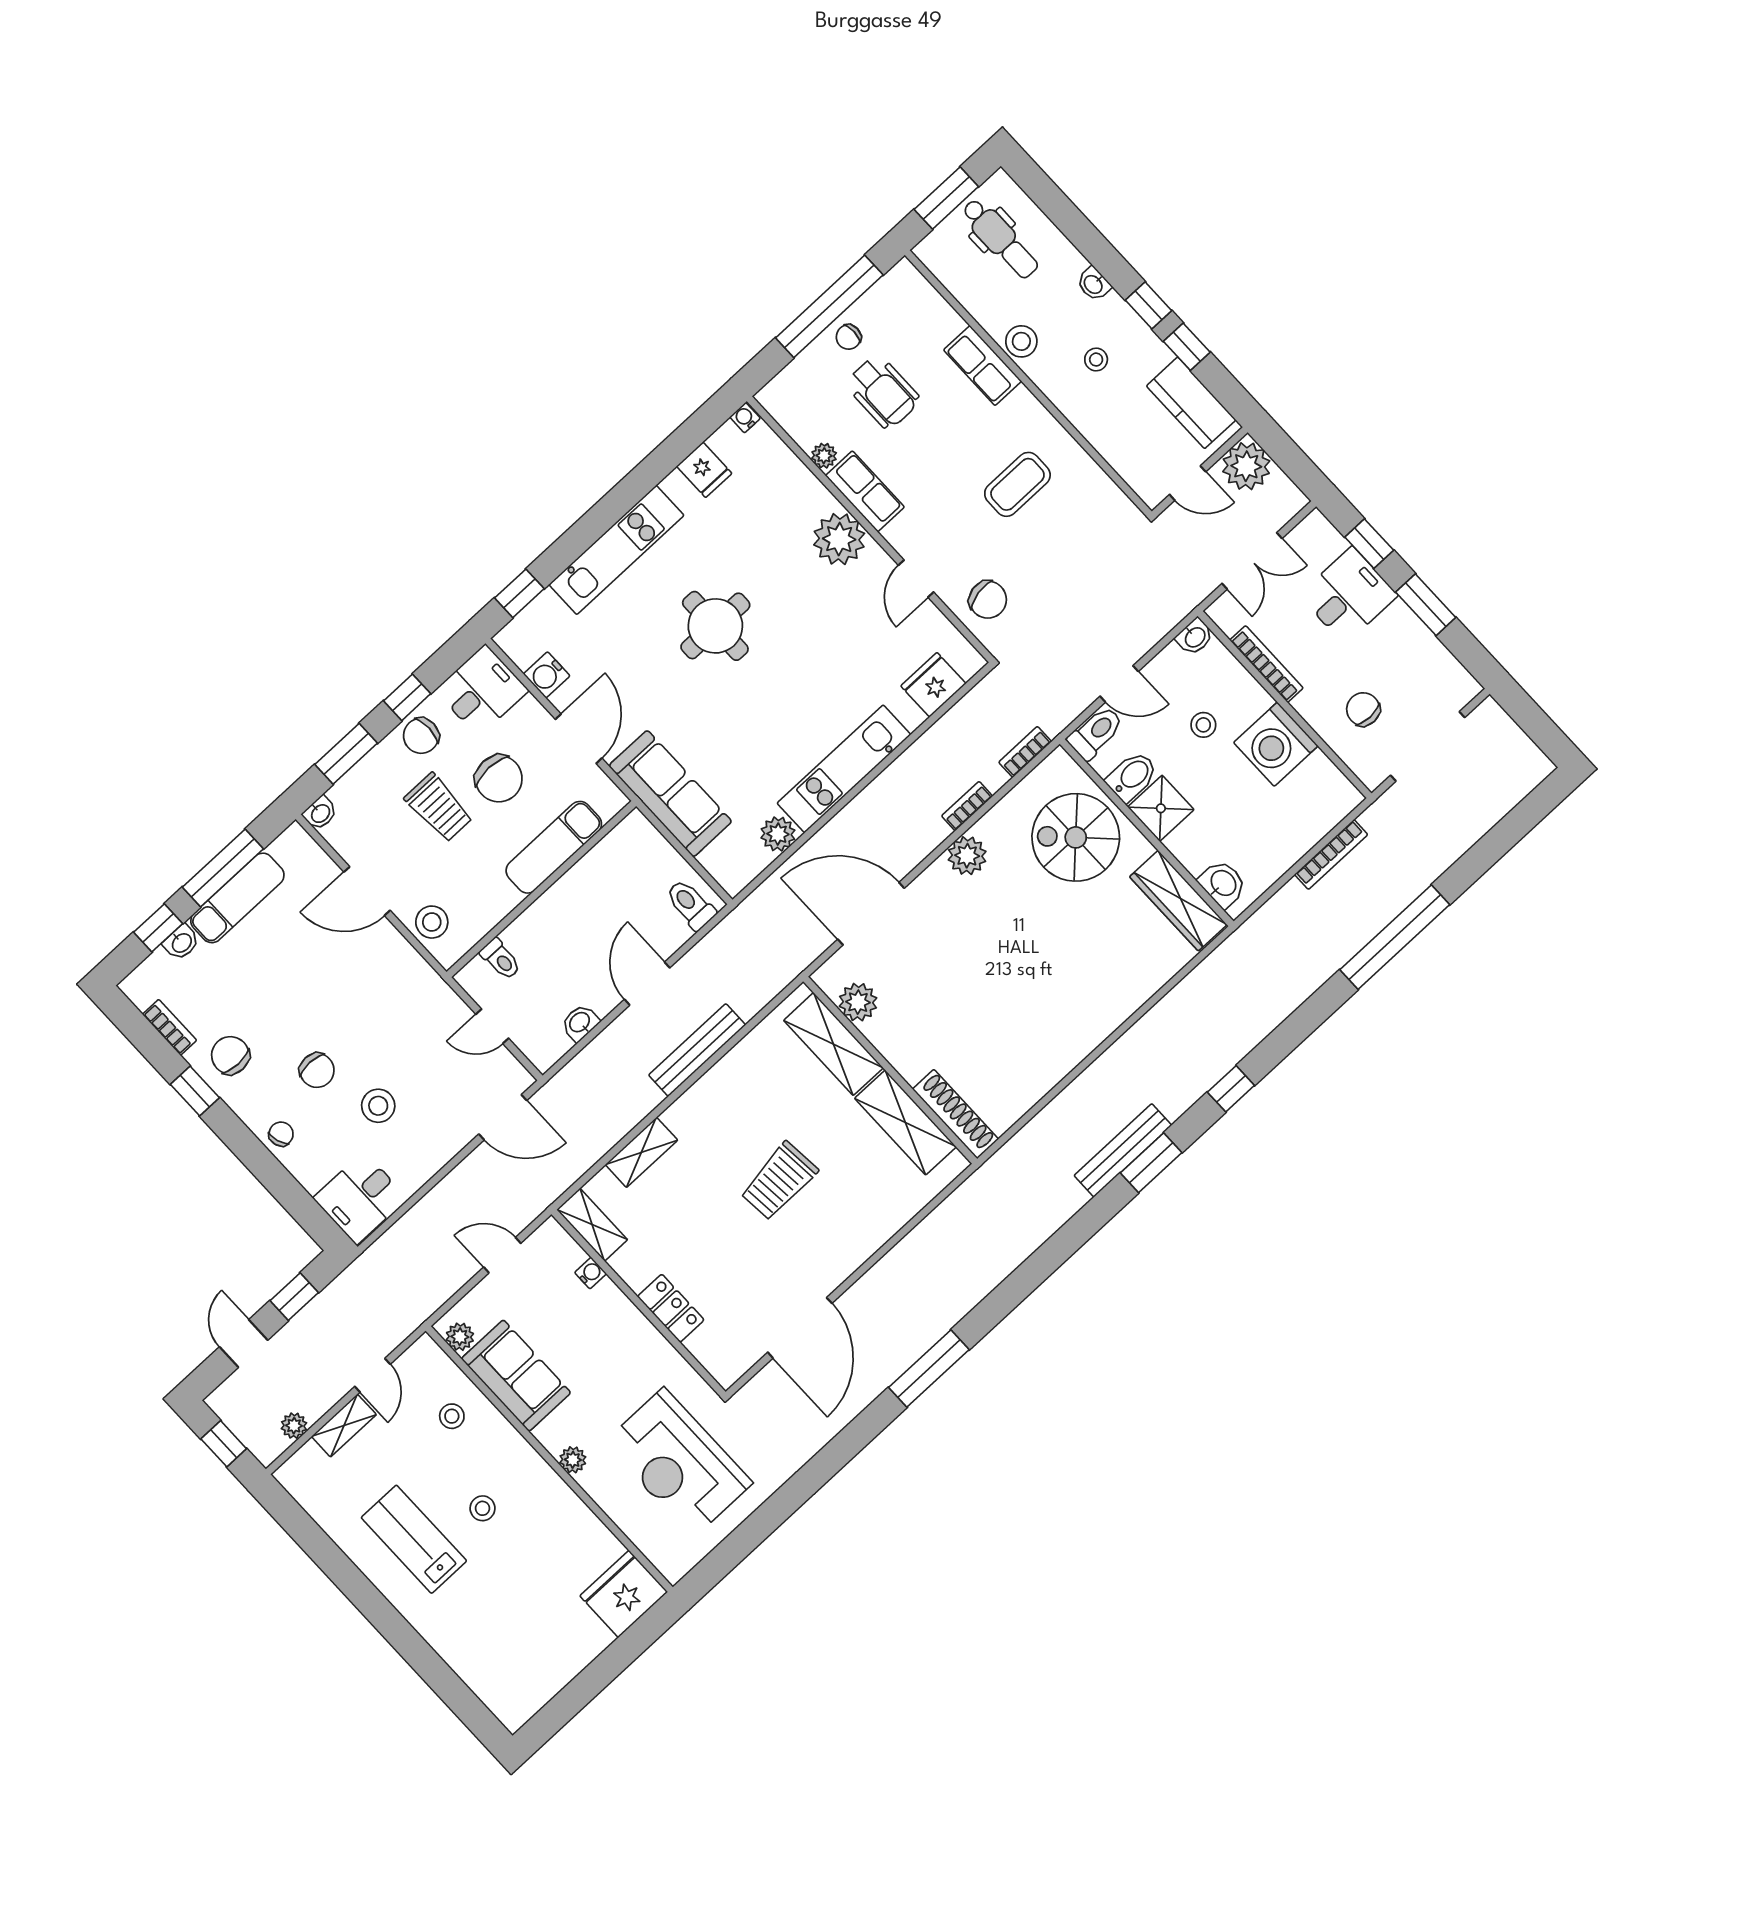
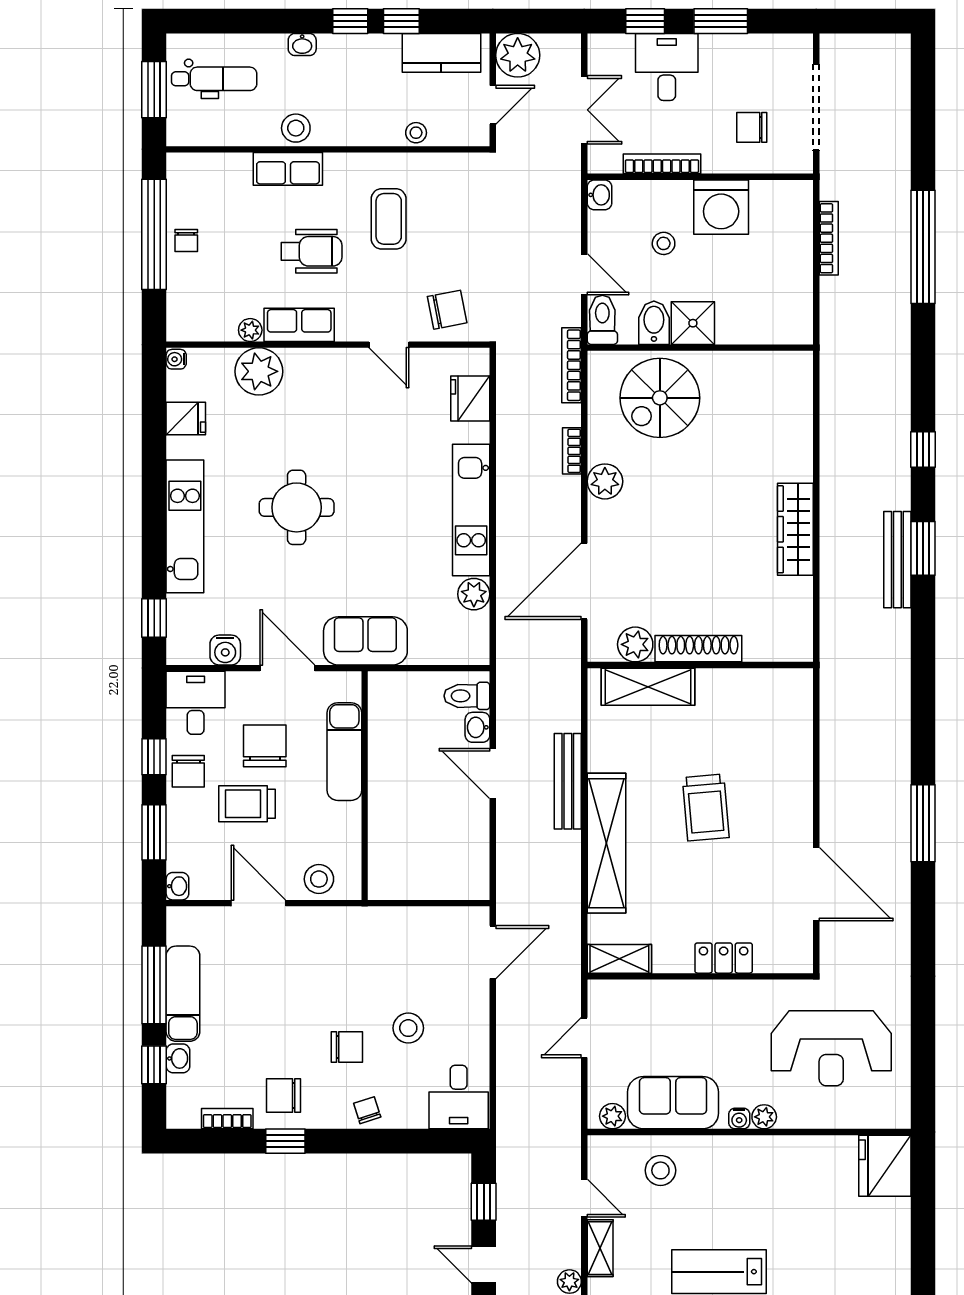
stool: (1096, 360) -> (416, 133), moved
wheelchair: (883, 392) -> (312, 251), moved
plant: (839, 539) -> (259, 371), moved
door: (1119, 684) -> (584, 274), hinge flipped
bookcase: (1025, 752) -> (572, 365), width x1.56
chair: (499, 779) -> (265, 746), turned -90
sofa: (670, 794) -> (365, 641), width x0.73
trolley: (439, 808) -> (247, 804), turned 180
washbasin: (1223, 884) -> (781, 329), removed
door: (367, 891) -> (258, 903), swing flipped
wardrobe: (1178, 901) -> (795, 529), moved, turned 90
toilet: (501, 959) -> (386, 856), removed
washbasin: (580, 1023) -> (477, 727), moved
door: (492, 1026) -> (426, 903), removed
shoe rack: (955, 1114) -> (698, 649), moved
shelving: (905, 1123) -> (745, 687), removed
shelving: (641, 1152) -> (606, 843), width x2.20, depth x1.33
water cooler: (591, 1273) -> (739, 1119), moved, turned 180
stool: (452, 1416) -> (660, 1170), width x1.37, depth x1.37
stool: (482, 1508) -> (741, 1207), removed

